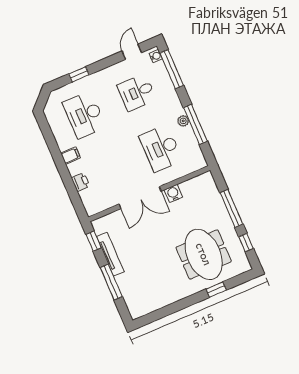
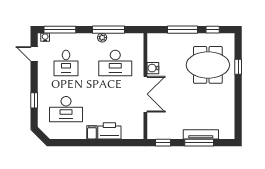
printer: (80, 182) -> (109, 131), width x1.87, depth x1.48
tv unit: (110, 254) -> (201, 134), moved

